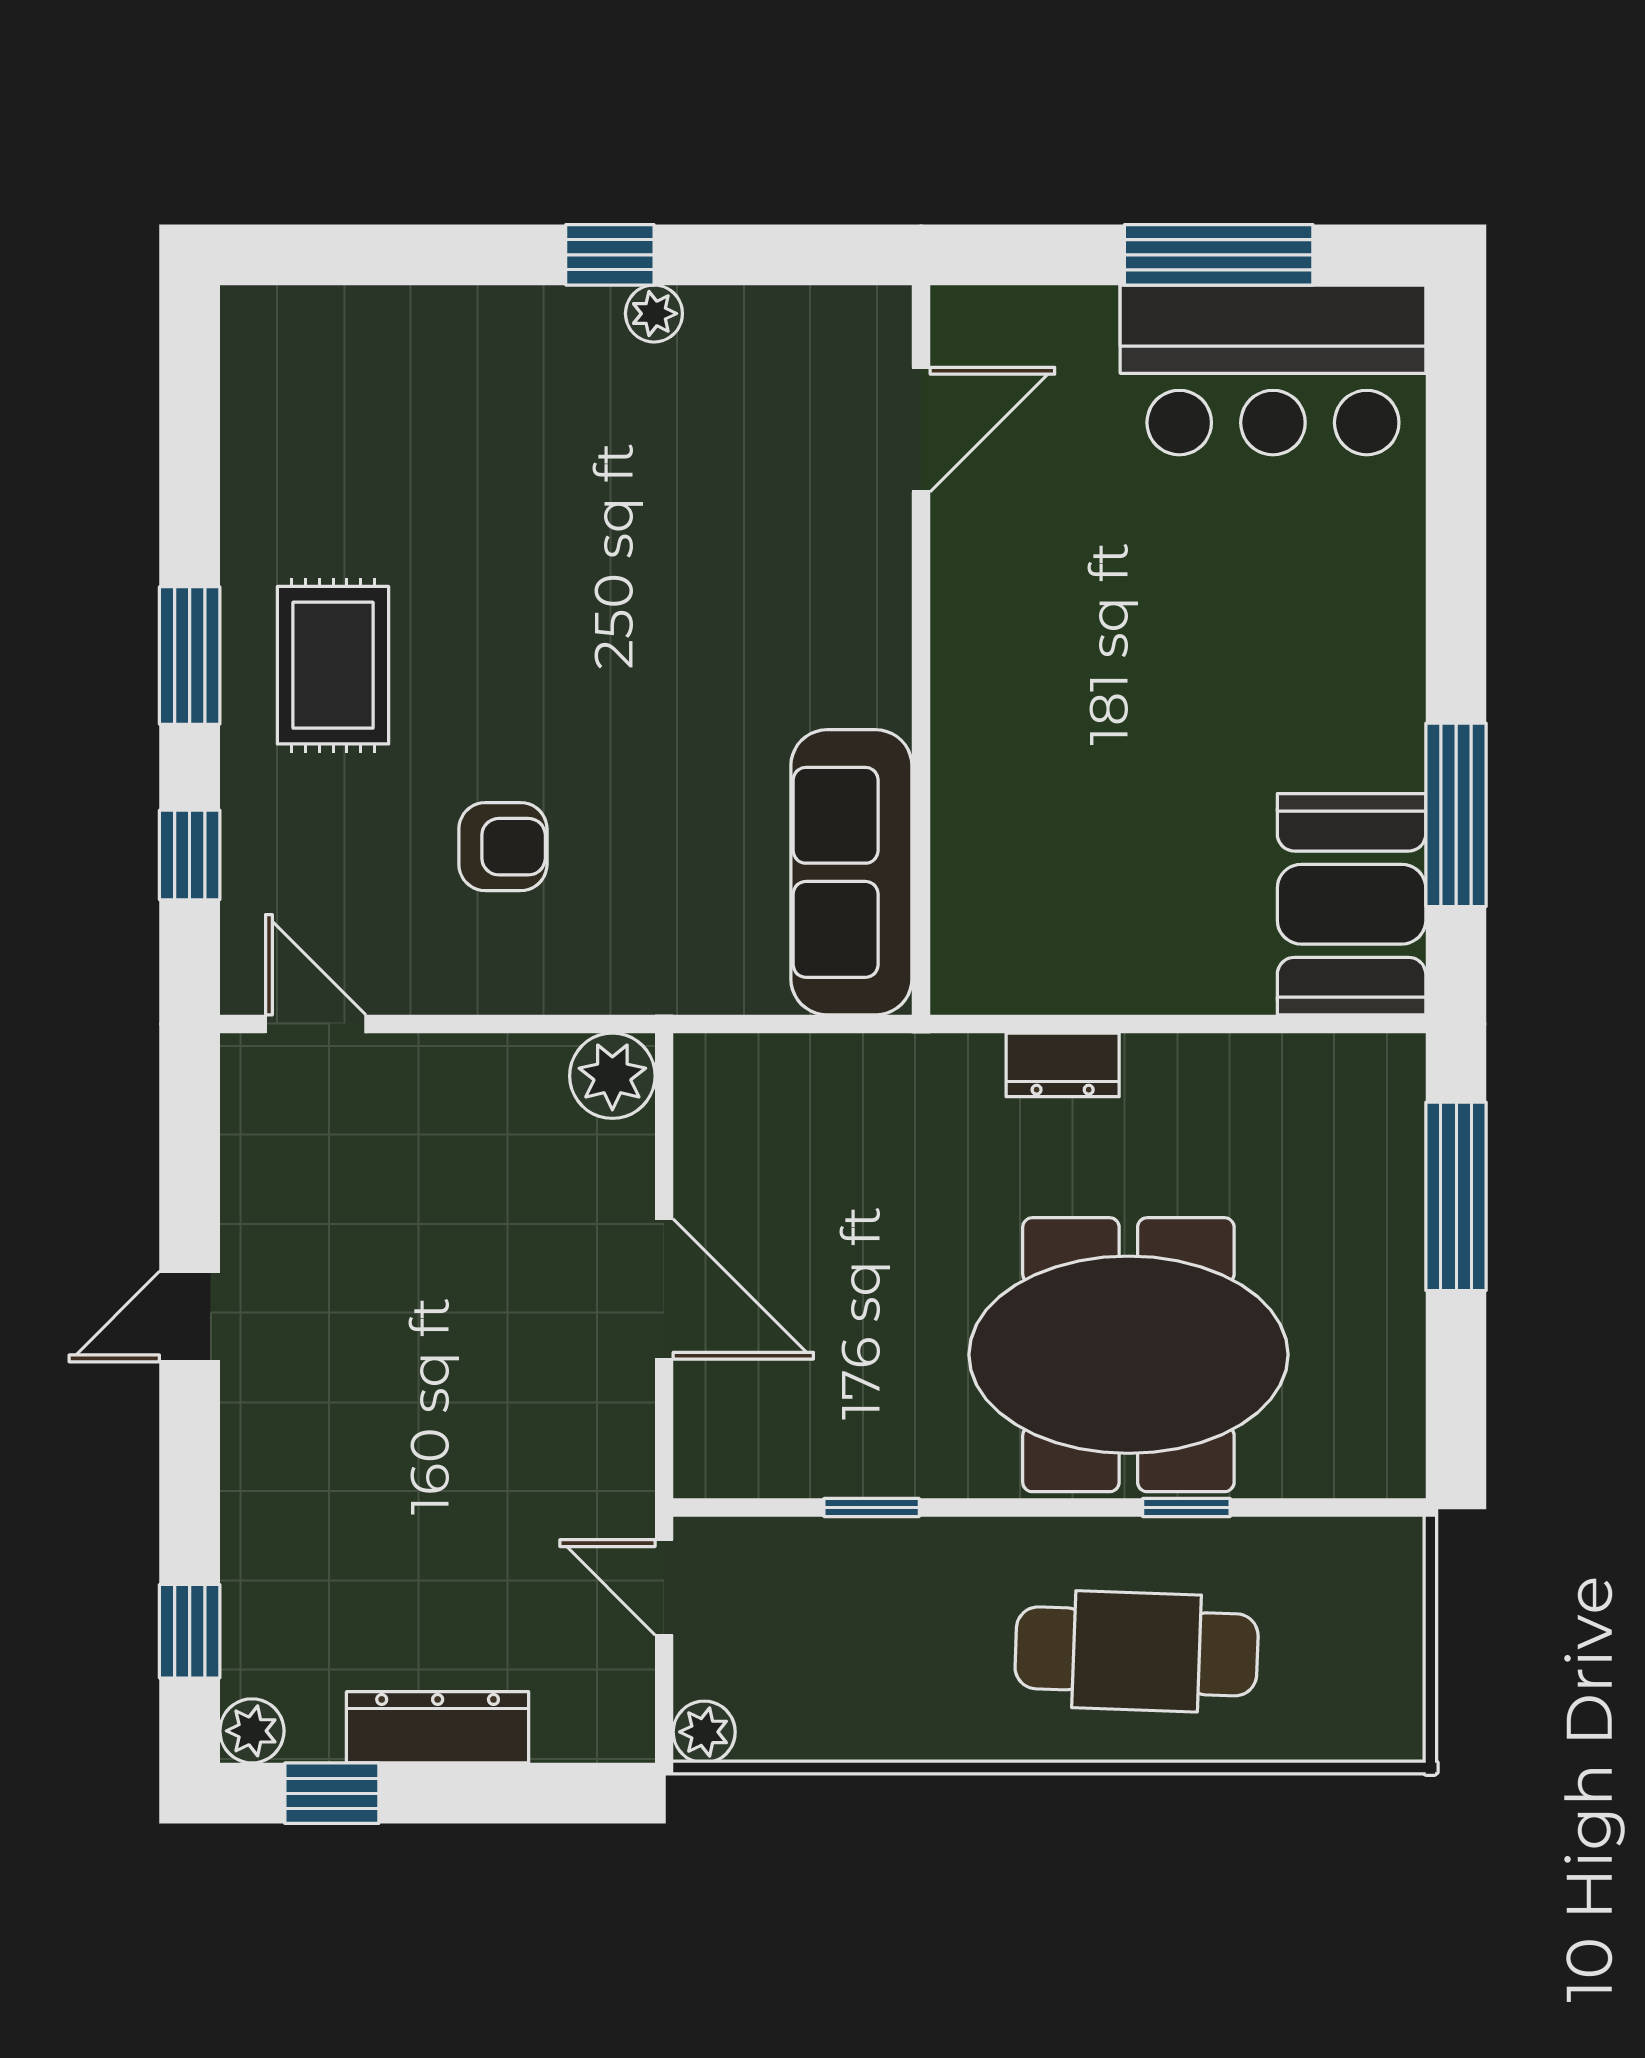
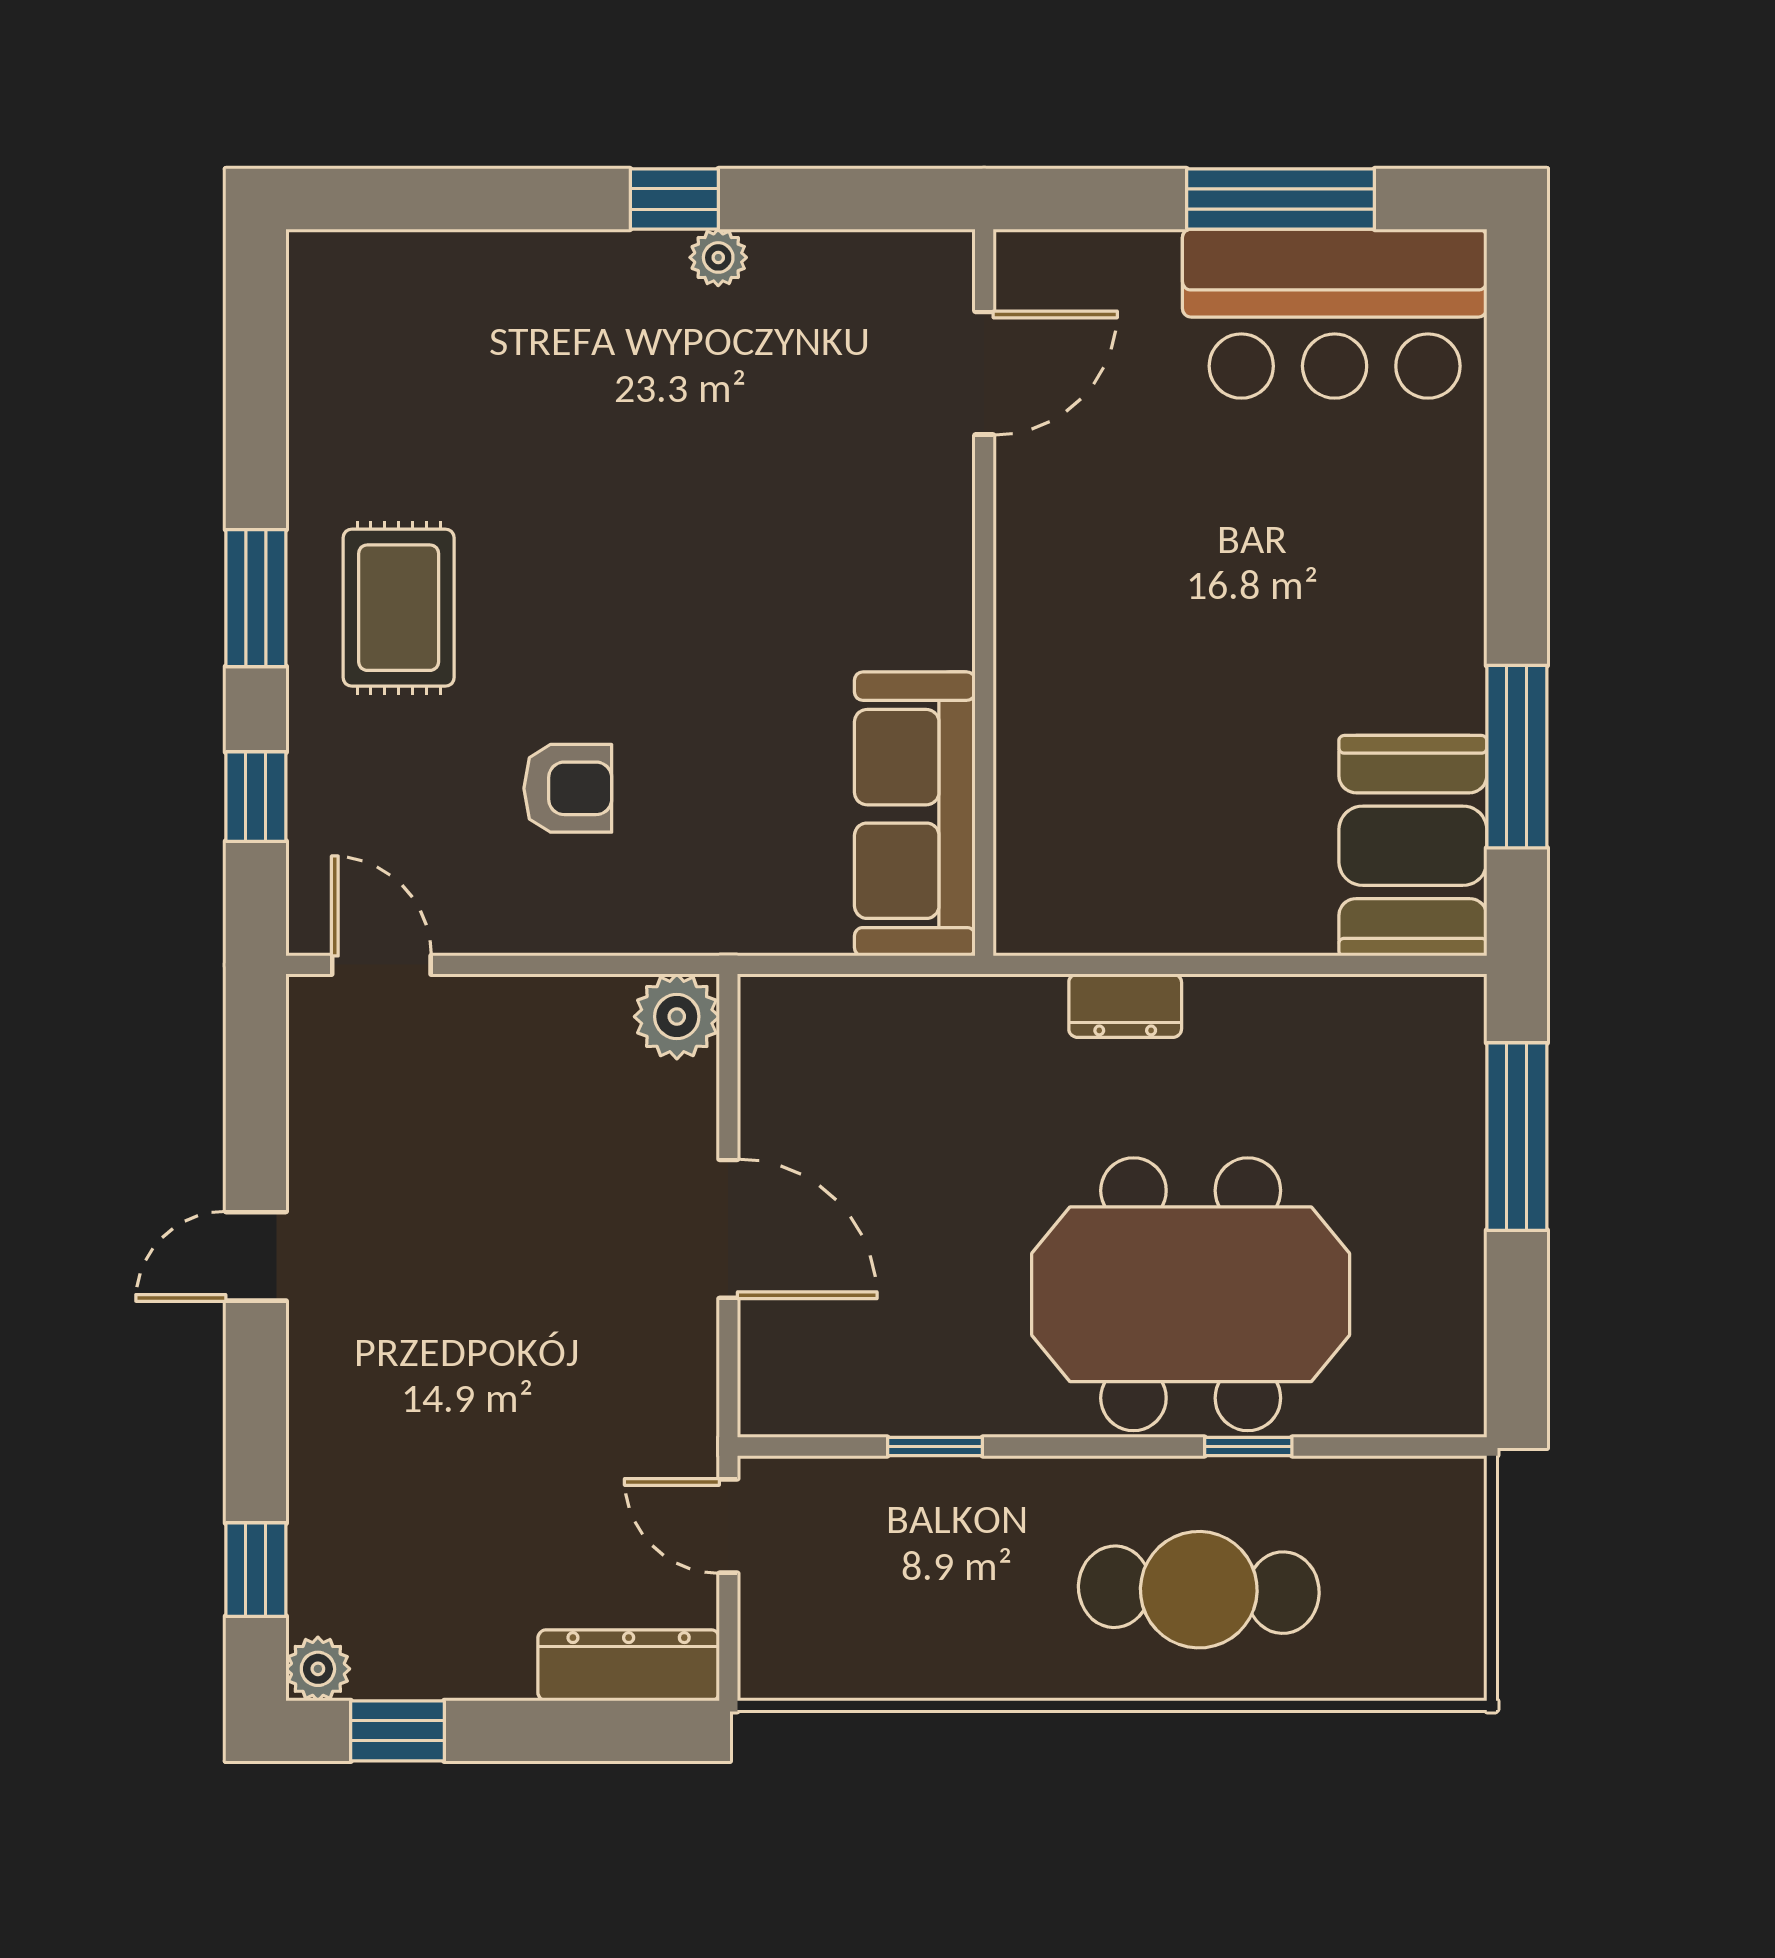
dresser: (438, 1727) -> (629, 1665), moved
plant: (704, 1732) -> (768, 1670), removed

